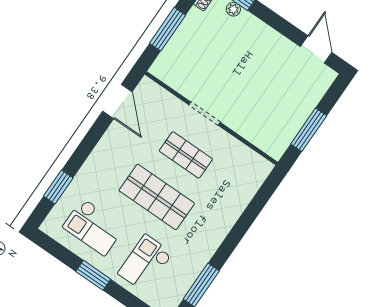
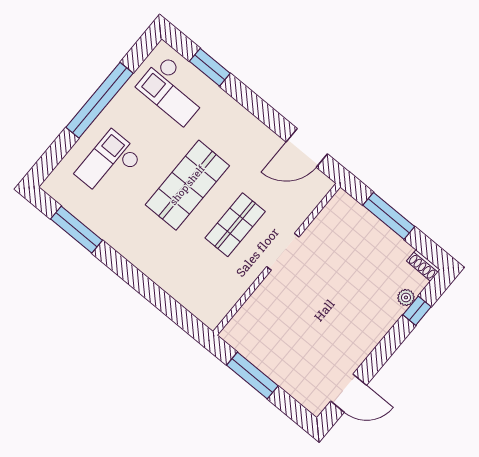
checkout: (94, 227) -> (173, 90), moved, turned -90
checkout: (145, 263) -> (109, 164), turned -90
window: (93, 275) -> (100, 100), width x2.11

